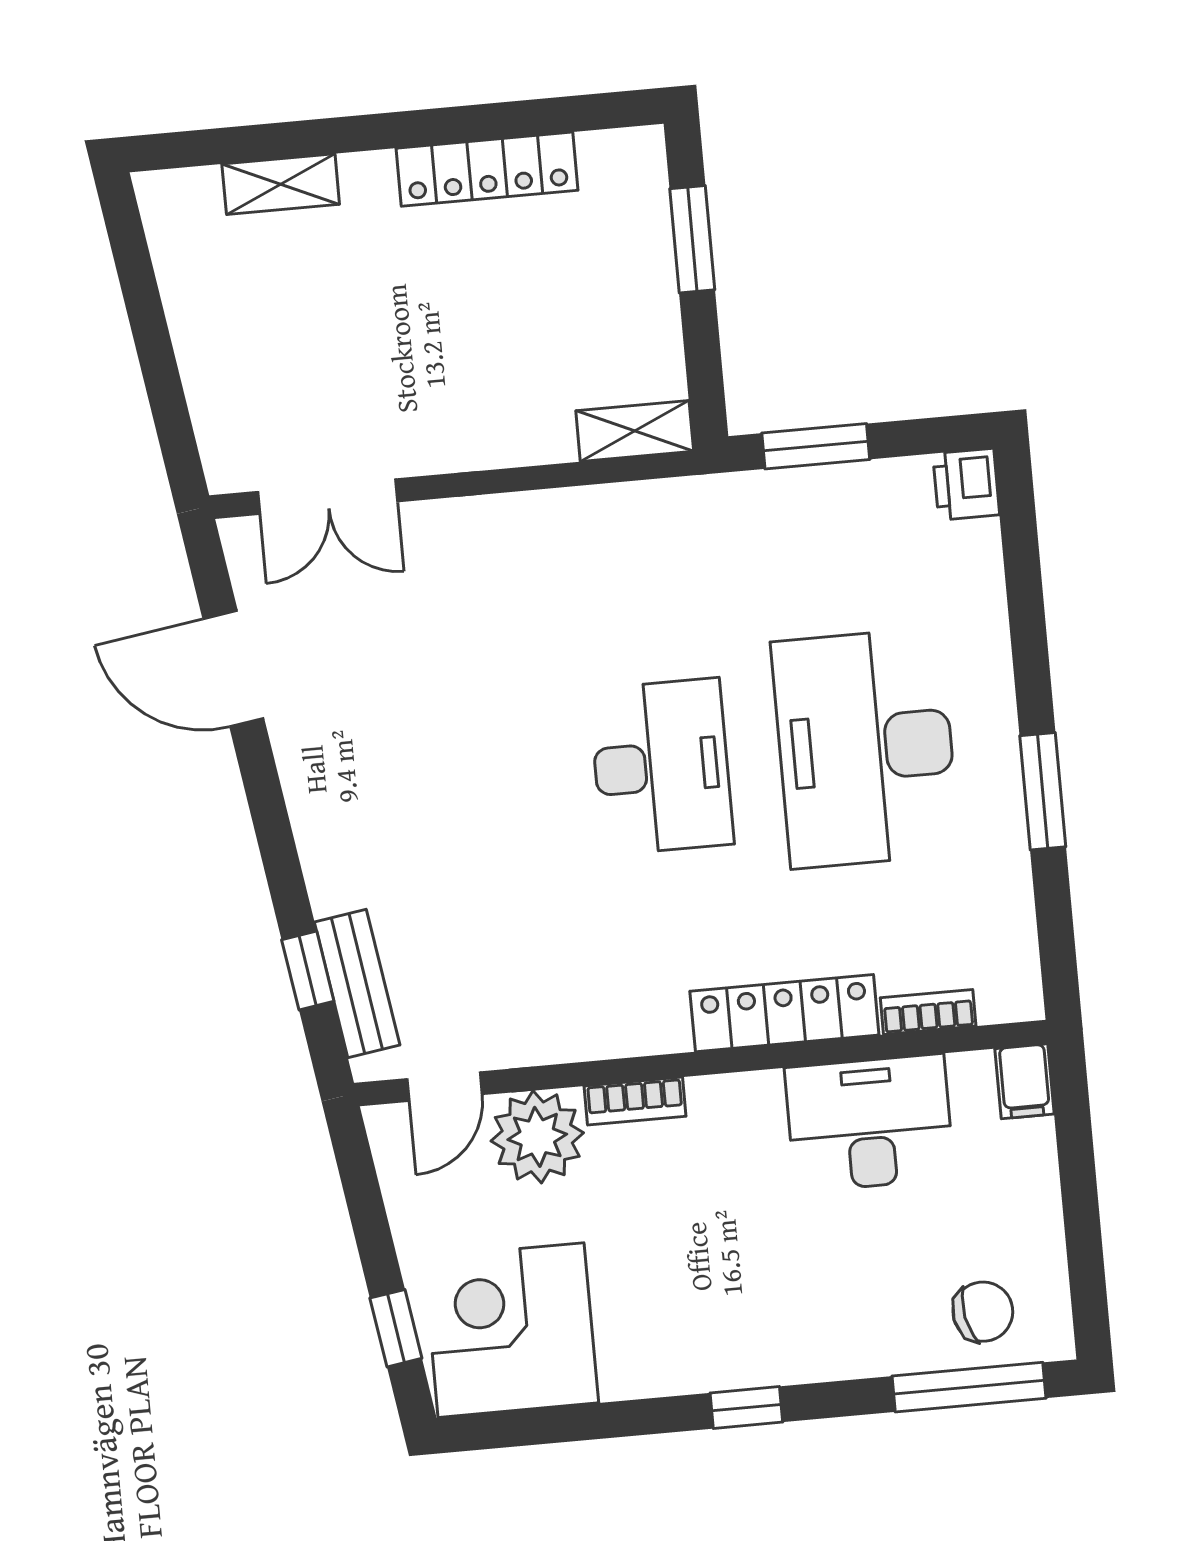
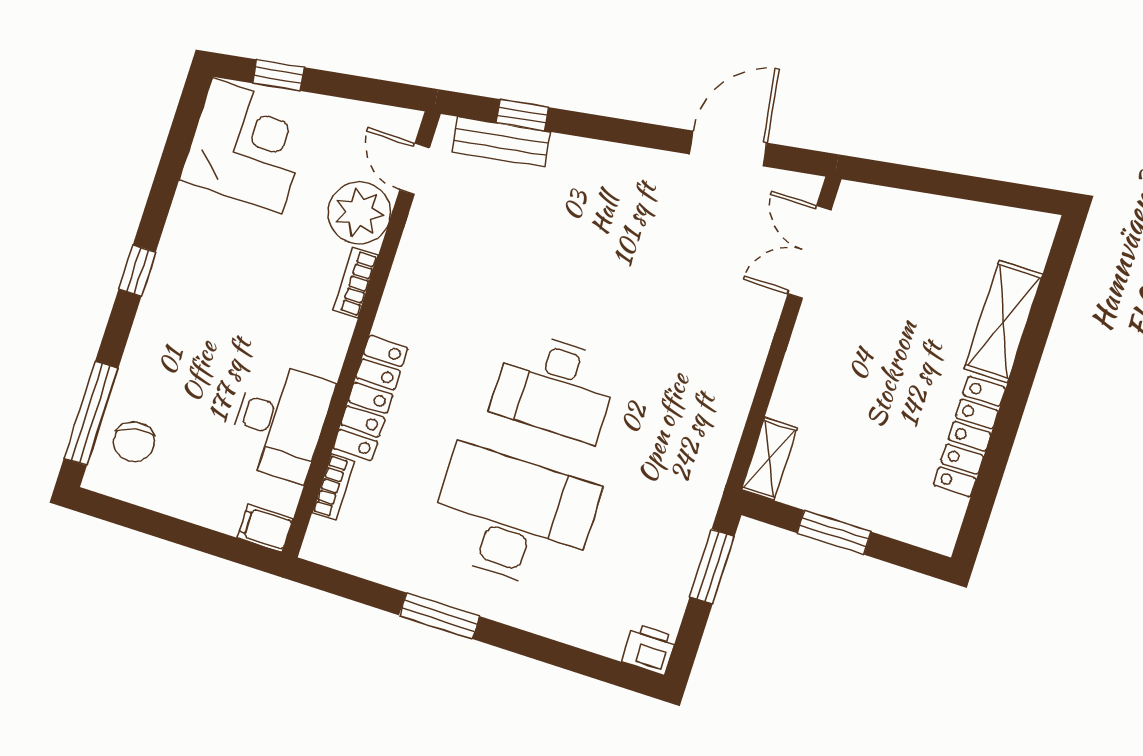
shelving: (281, 184) -> (1003, 322), width x1.50, depth x1.33
window: (692, 239) -> (834, 532), moved

